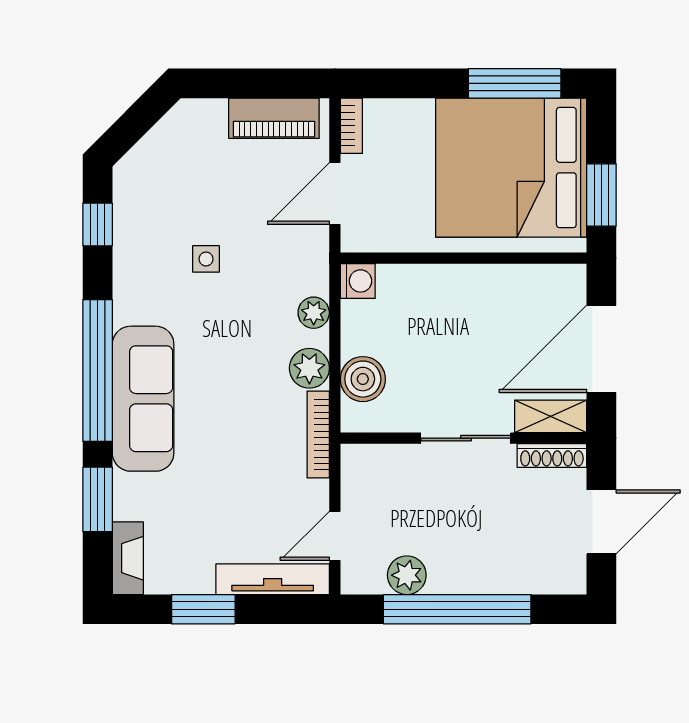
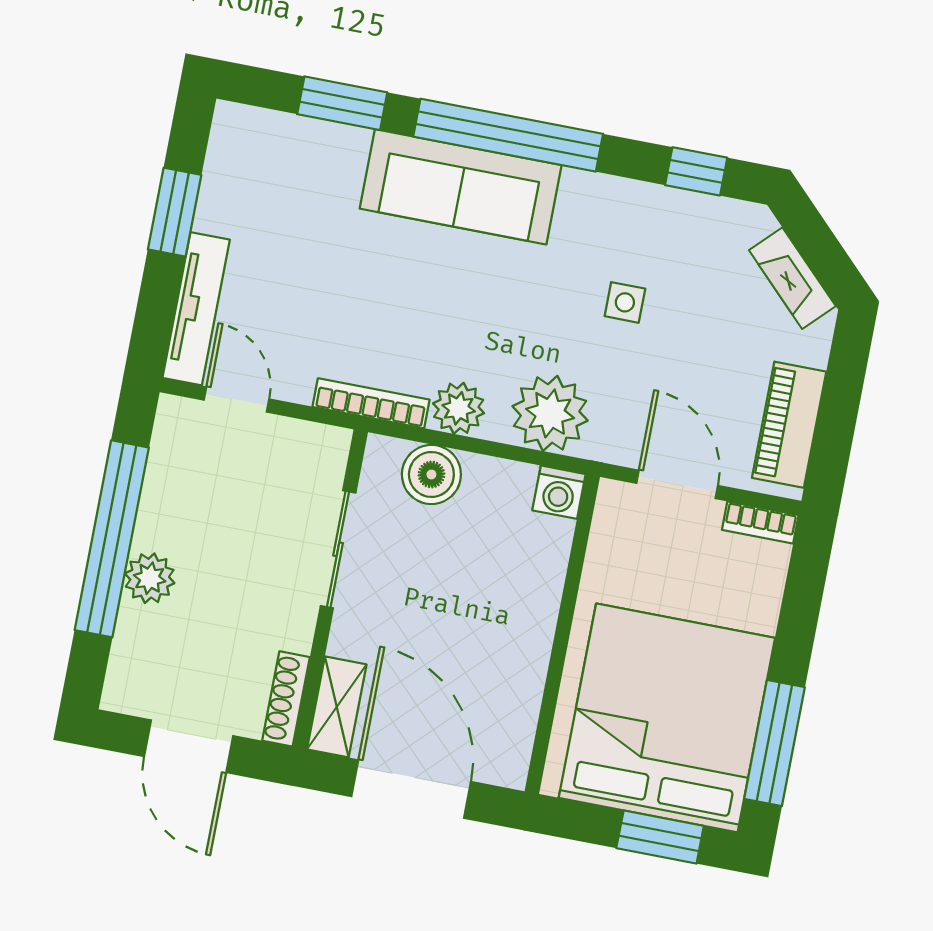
window: (601, 195) -> (660, 837), moved
plant: (314, 313) -> (550, 413), width x1.88, depth x1.88
sliding door: (466, 438) -> (338, 549), moved
fireplace: (128, 558) -> (792, 278), moved, turned 45
plant: (407, 575) -> (150, 578), moved

